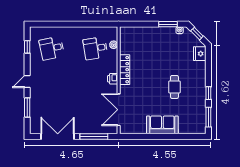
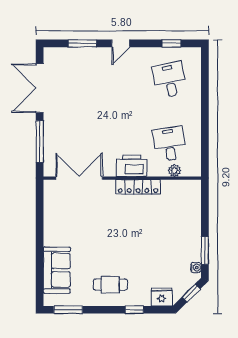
printer: (113, 79) -> (132, 166), width x1.87, depth x1.48
door: (27, 81) -> (121, 43), swing flipped
cafe table: (174, 87) -> (110, 285), moved
window: (208, 93) -> (134, 310), moved
sofa: (162, 125) -> (57, 270), moved
double door: (58, 137) -> (40, 88), swing flipped

